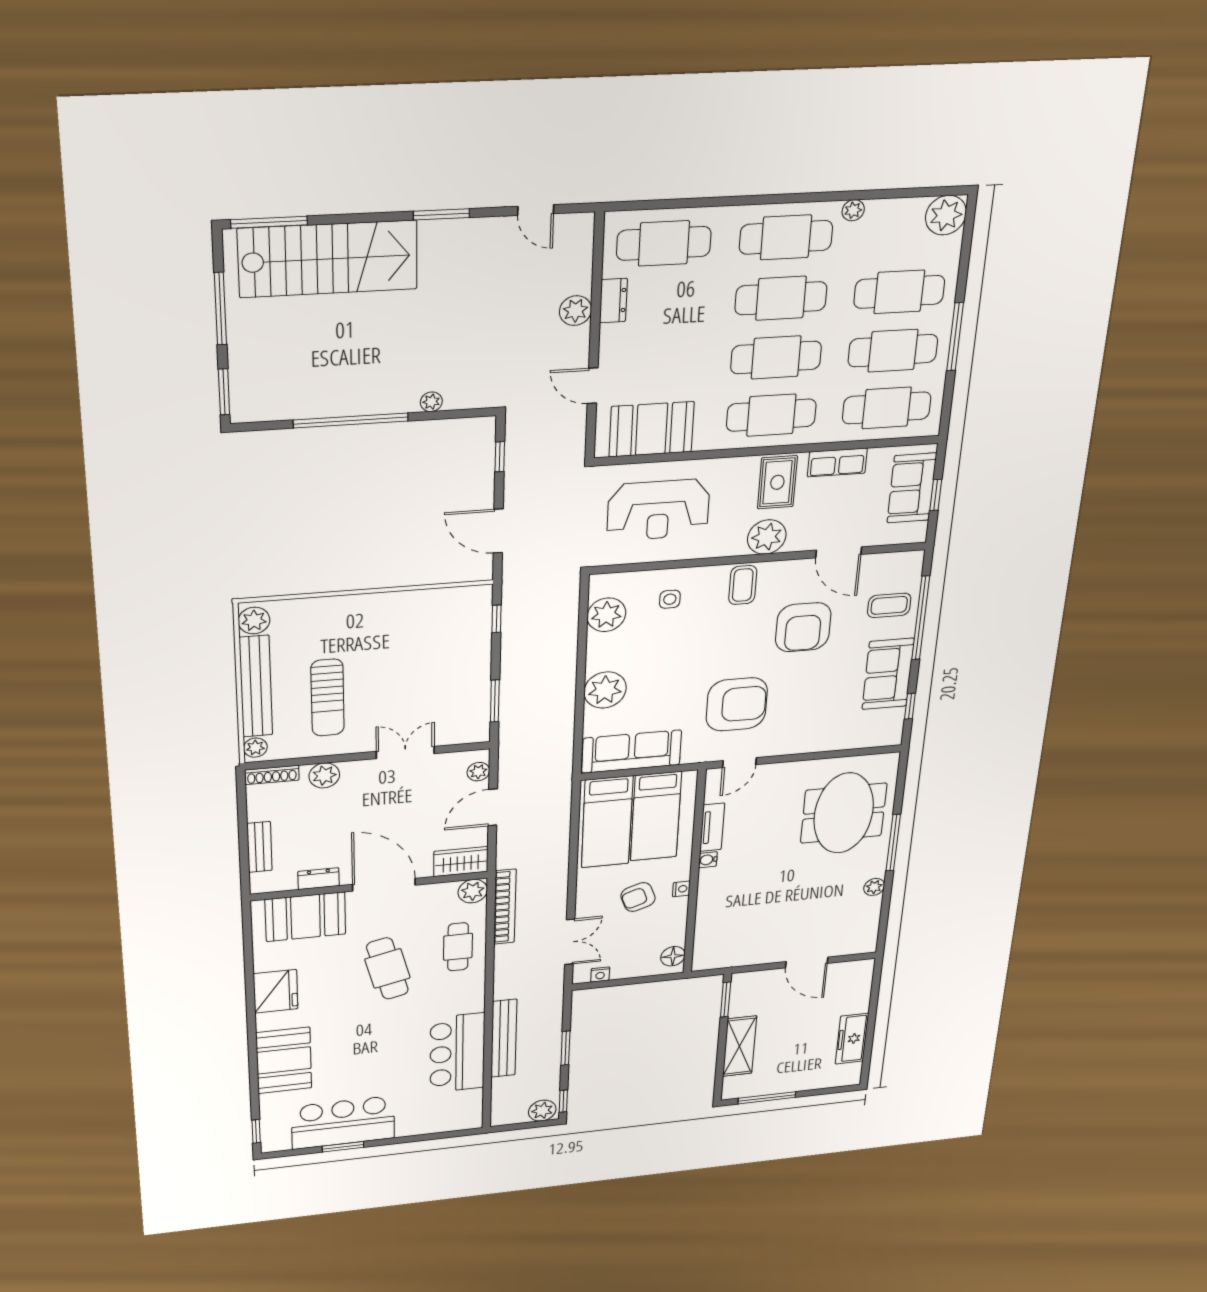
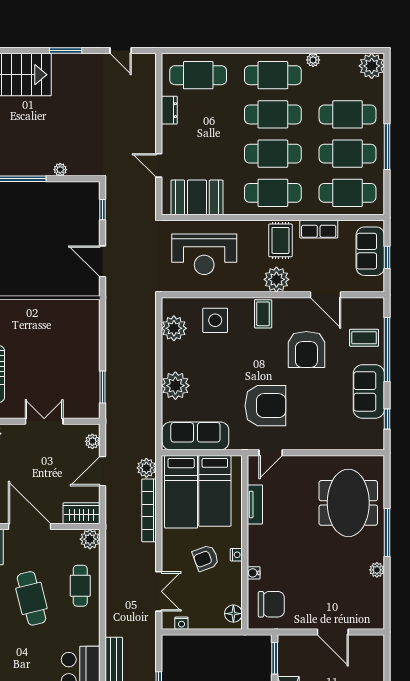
plant: (575, 311) -> (146, 468), moved
side table: (670, 599) -> (215, 320), width x1.87, depth x1.87
window: (496, 619) -> (103, 325), removed
water cooler: (708, 860) -> (254, 573), moved
bookcase: (505, 907) -> (149, 510), moved, turned 180
chair: (726, 940) -> (271, 604), added

